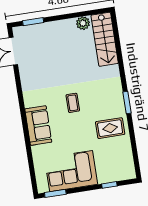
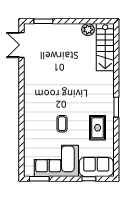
coffee table: (73, 103) -> (62, 124), moved
sofa: (38, 126) -> (96, 167), moved, turned -90
rug: (110, 128) -> (98, 128), turned 90

